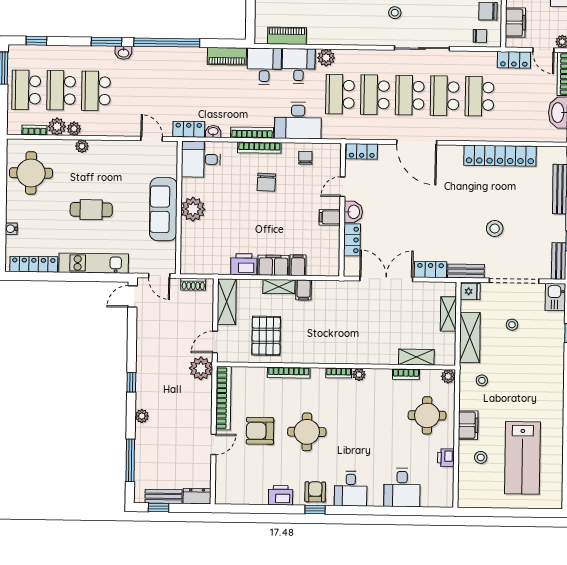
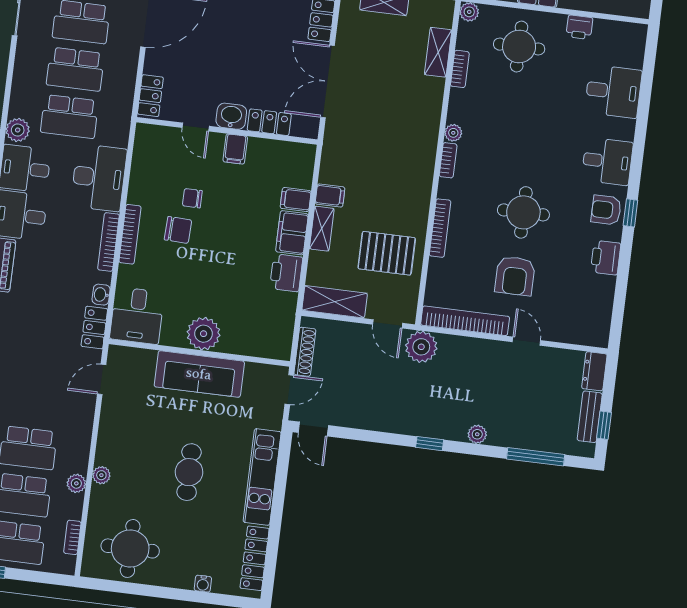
plant: (57, 127) -> (71, 506), removed
chair: (305, 158) -> (192, 198), moved
shoe rack: (193, 284) -> (305, 352), width x1.43

